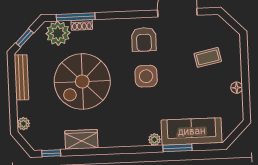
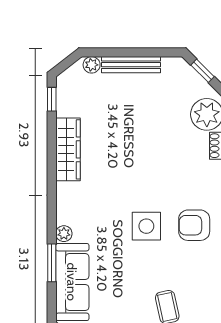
bench: (21, 77) -> (131, 65), moved
spiral stairs: (82, 81) -> (143, 143), removed
wardrobe: (81, 139) -> (68, 149), width x1.50

